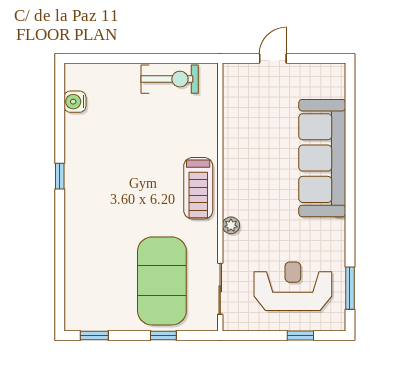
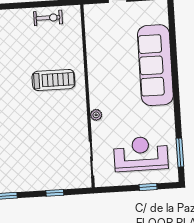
exercise bike: (170, 79) -> (48, 18), width x0.73, depth x0.72
treadmill: (198, 188) -> (53, 80), moved, turned -90
exercise mat: (162, 281) -> (51, 156), removed

